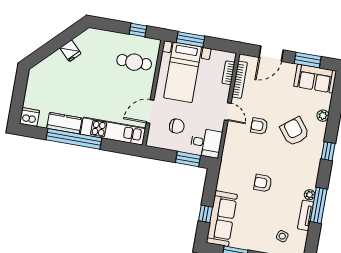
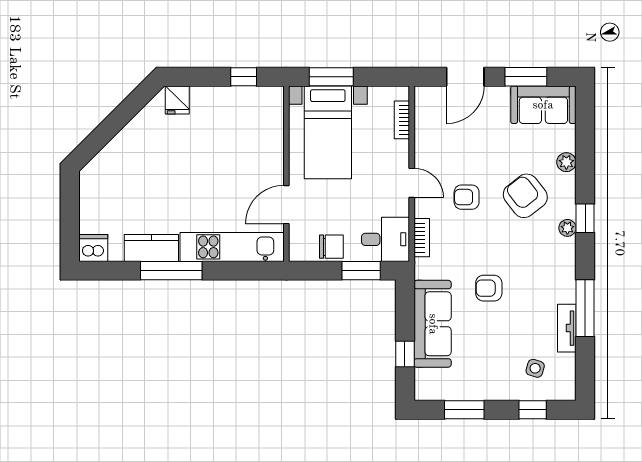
fridge: (70, 51) -> (177, 100), moved, turned 45
cafe table: (134, 62) -> (247, 130), removed
bookcase: (240, 80) -> (422, 238), moved, width x0.64
chair: (177, 126) -> (331, 247), moved
window: (74, 139) -> (171, 271), width x0.68
plant: (310, 195) -> (567, 228), moved
sofa: (222, 219) -> (433, 324), moved

